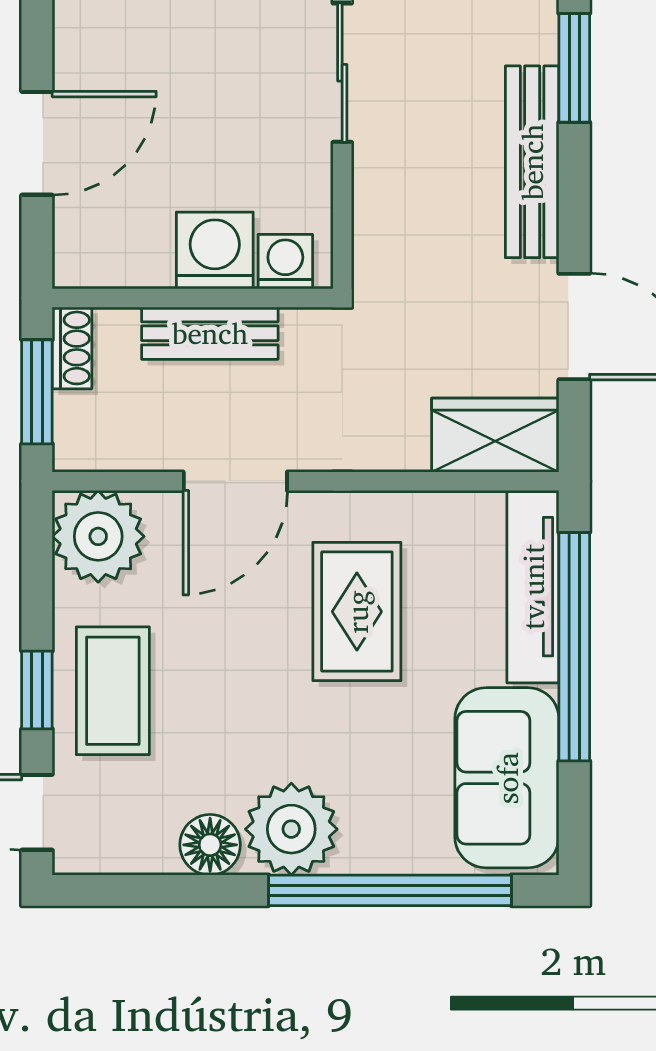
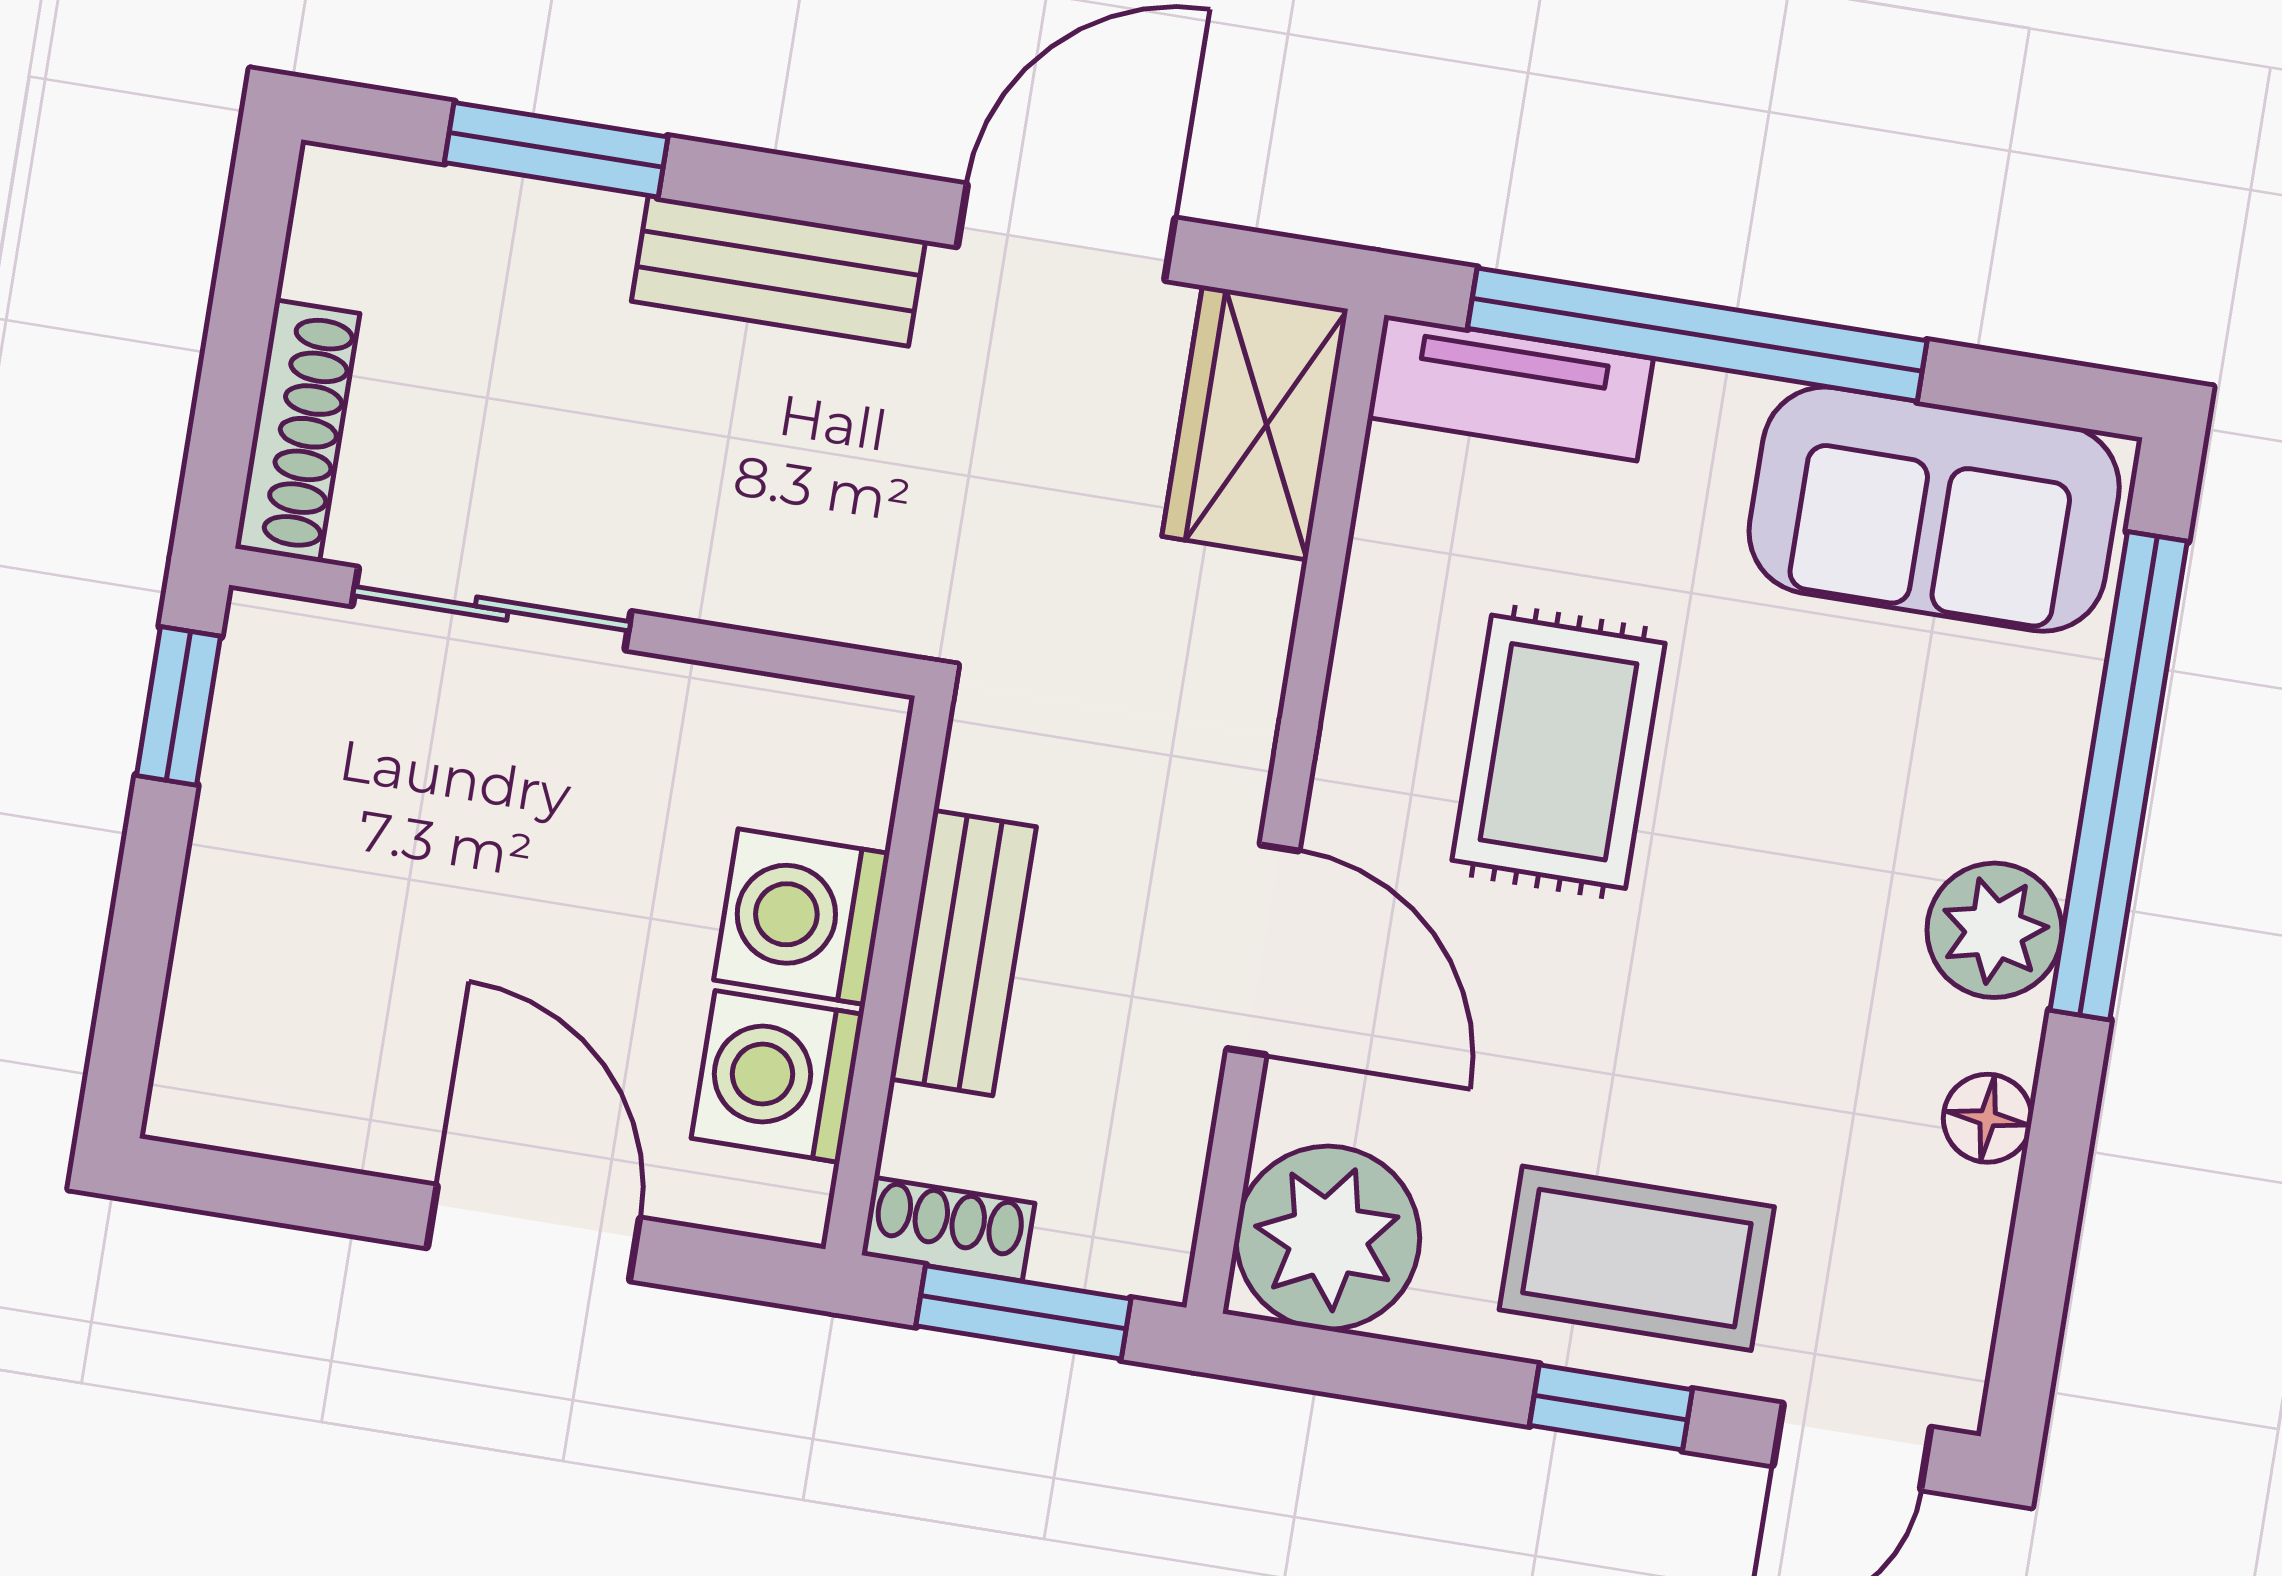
bench: (532, 162) -> (778, 271), width x0.73
washing machine: (285, 262) -> (777, 1076), moved, width x1.38, depth x1.38
tv unit: (533, 587) -> (1511, 388), width x0.71
rug: (357, 612) -> (1558, 752), turned 90
plant: (291, 829) -> (1994, 930), width x0.73, depth x0.73
floor lamp: (210, 845) -> (1988, 1118), width x0.73, depth x0.73

